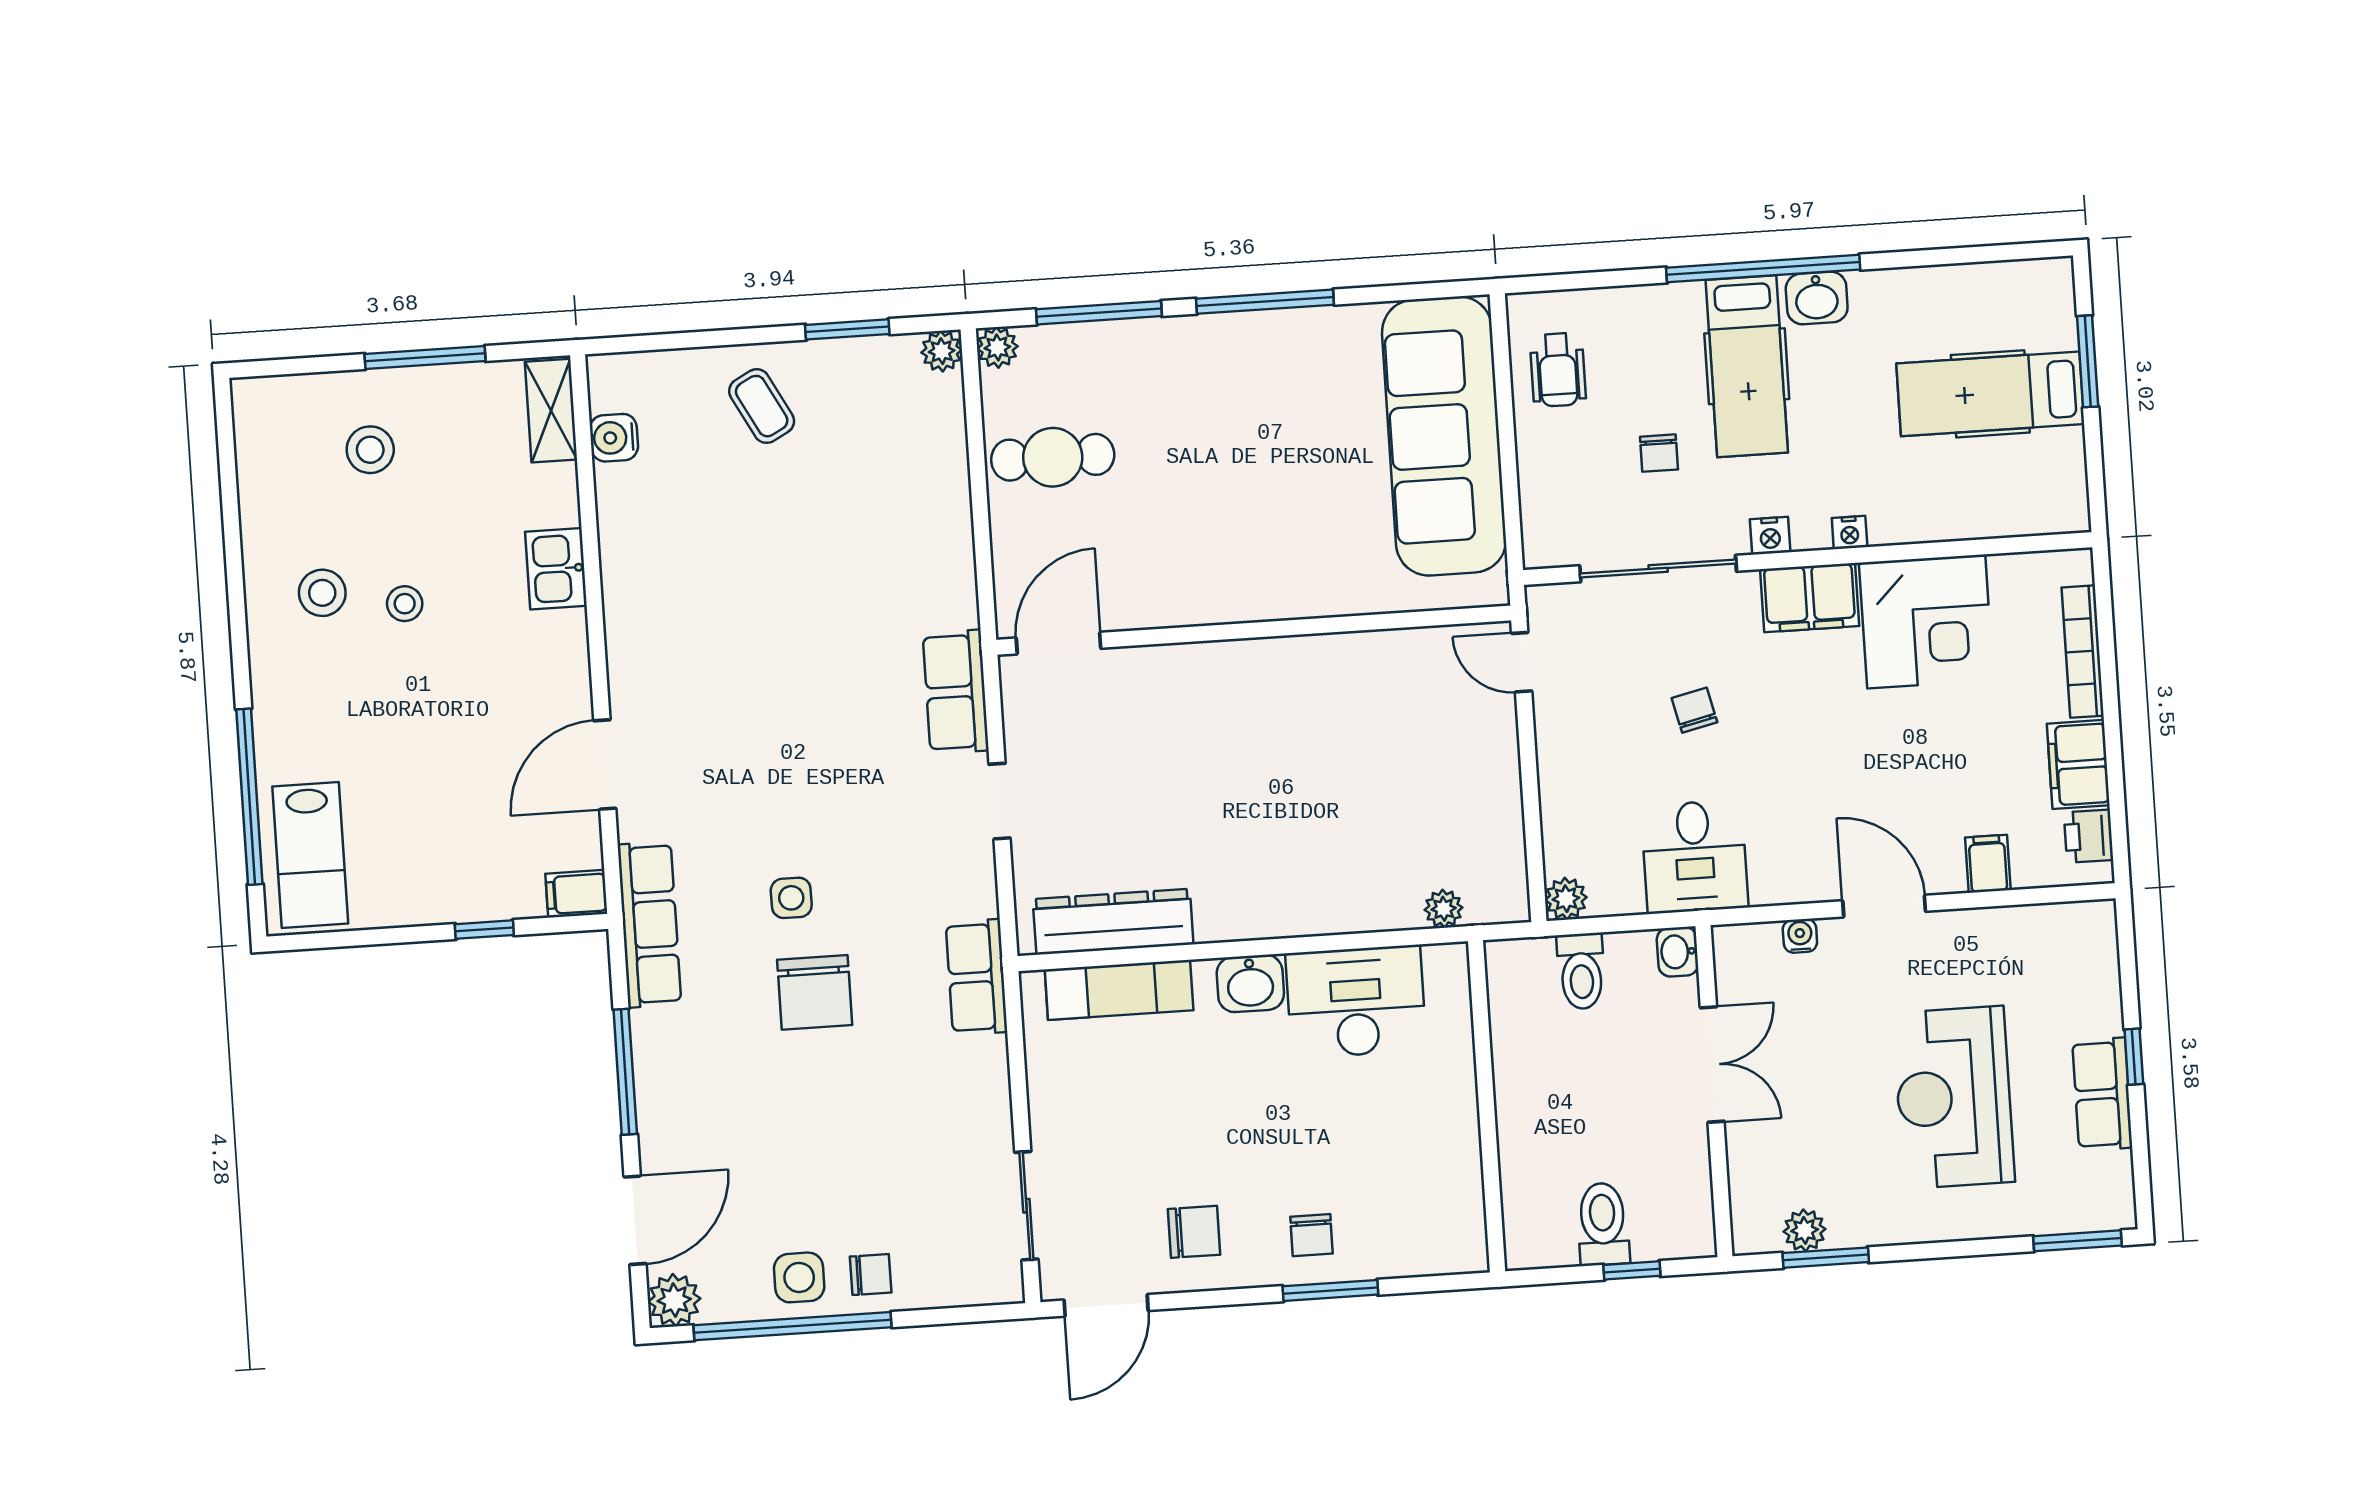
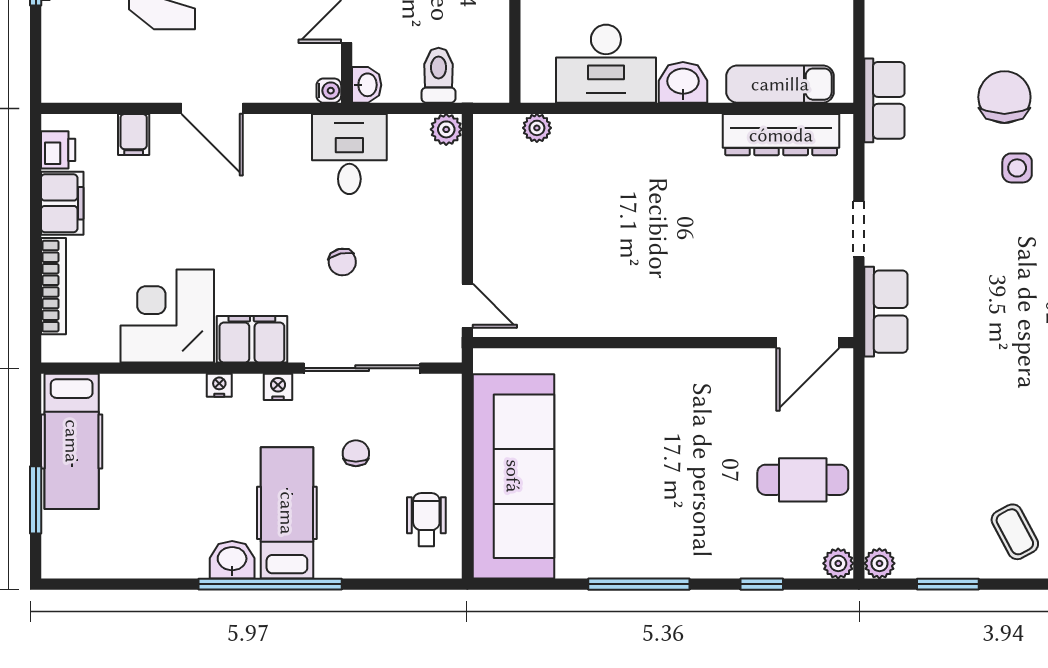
window: (1099, 313) -> (762, 584), width x0.46
hospital bed: (1990, 394) -> (72, 441), moved, turned 90
water cooler: (1800, 936) -> (329, 91), moved, turned -90

